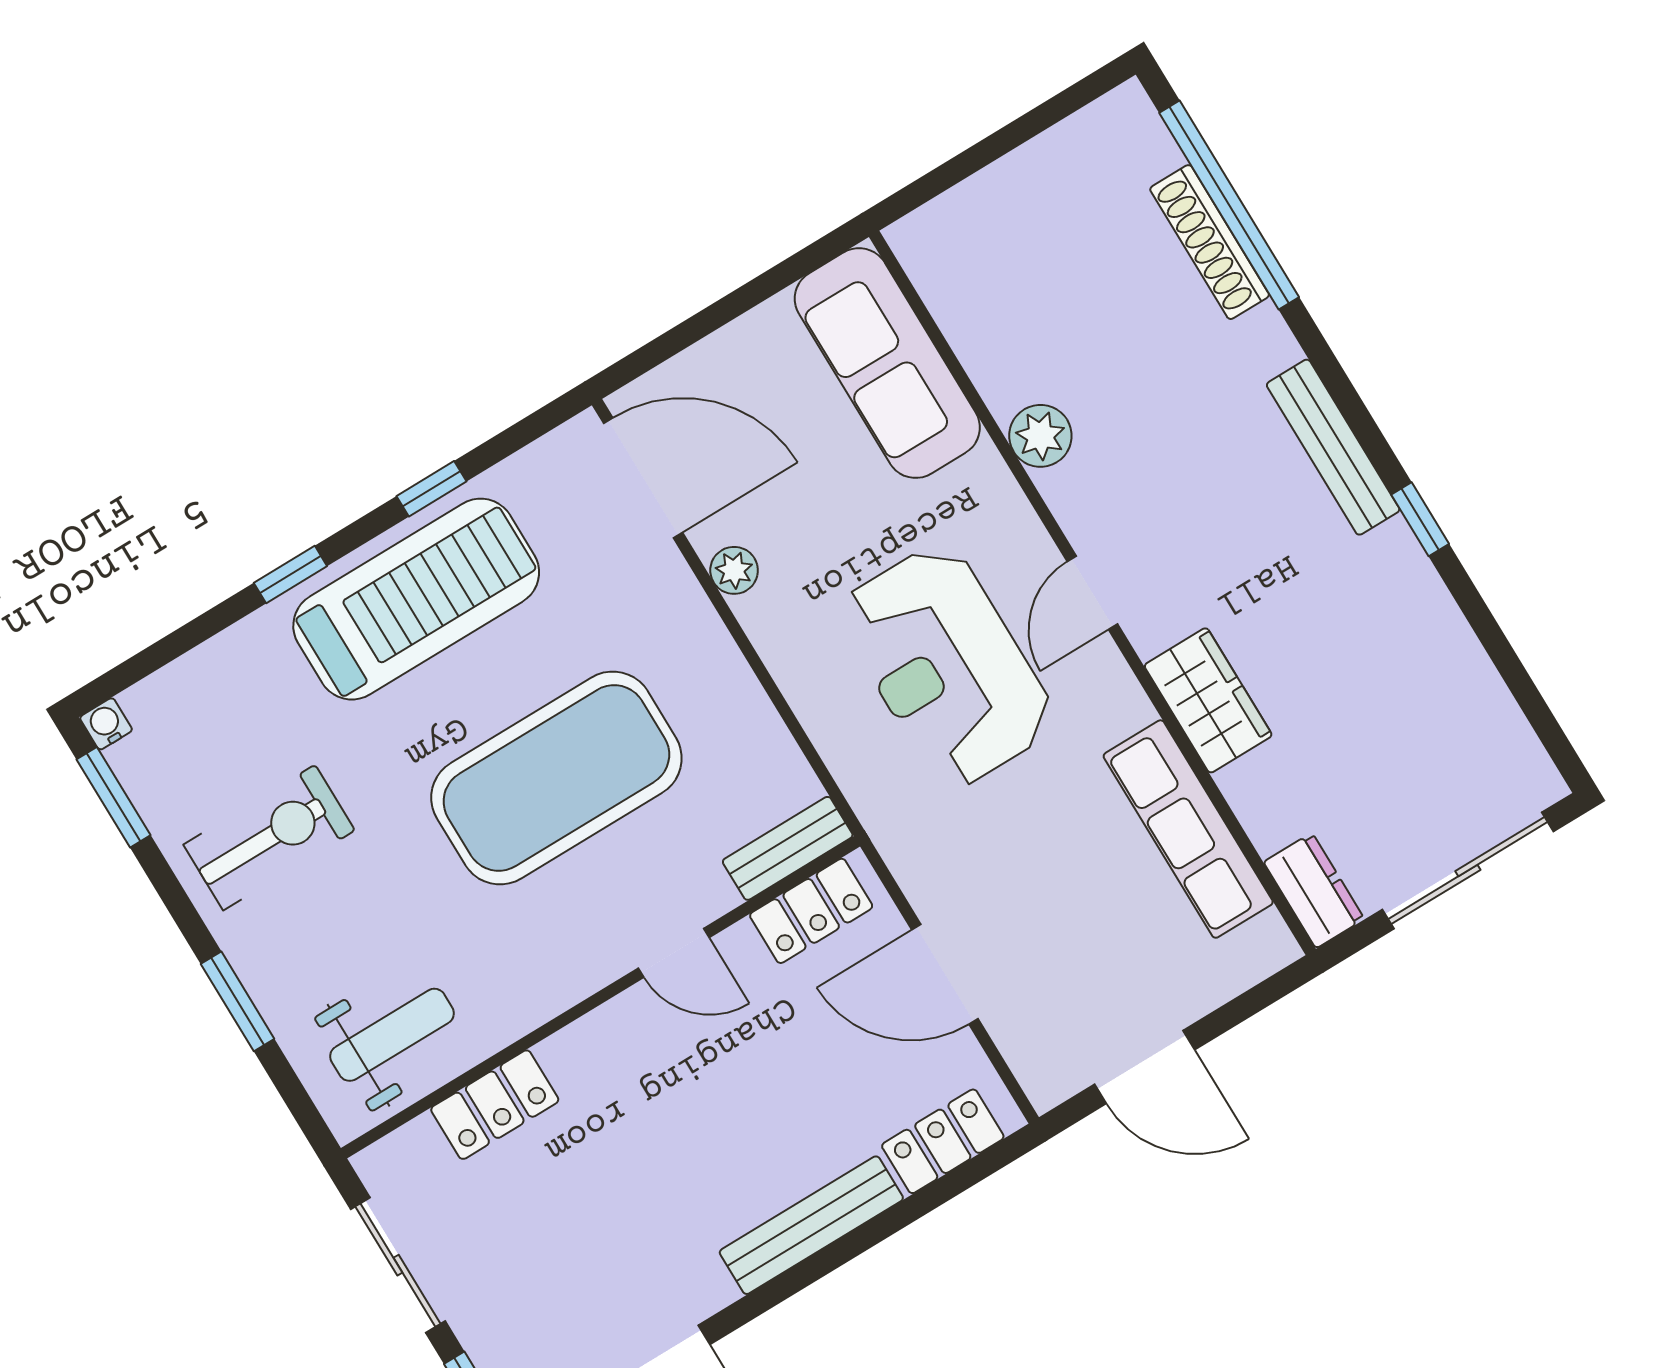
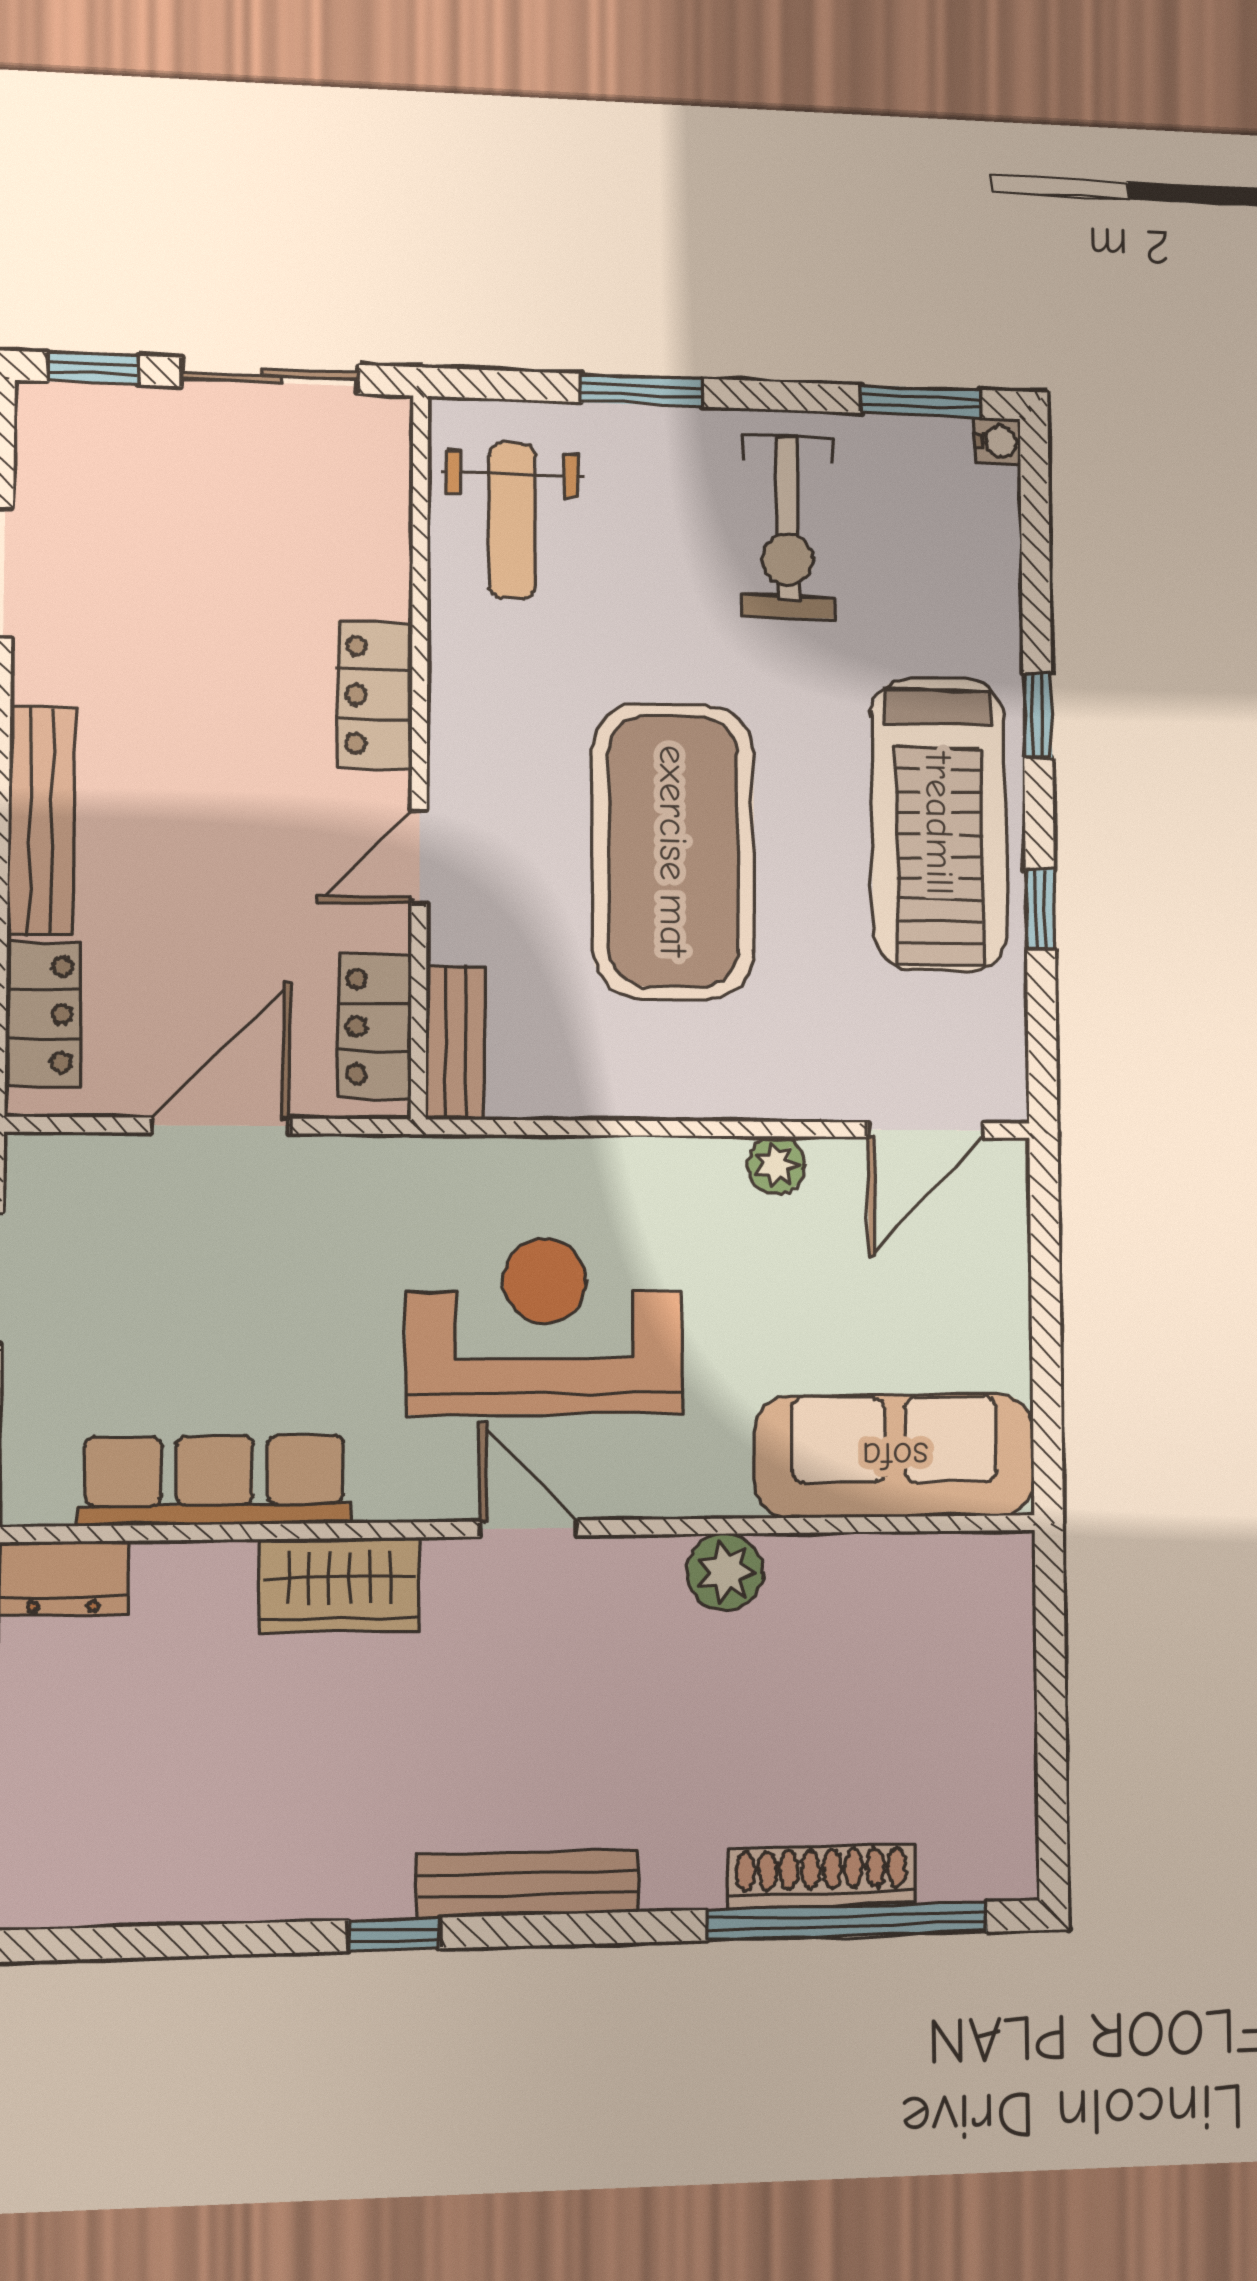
door: (643, 478) -> (926, 1130), width x0.73
locker: (495, 1105) -> (375, 695), moved

